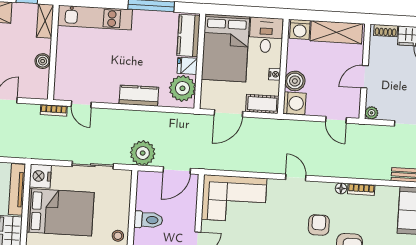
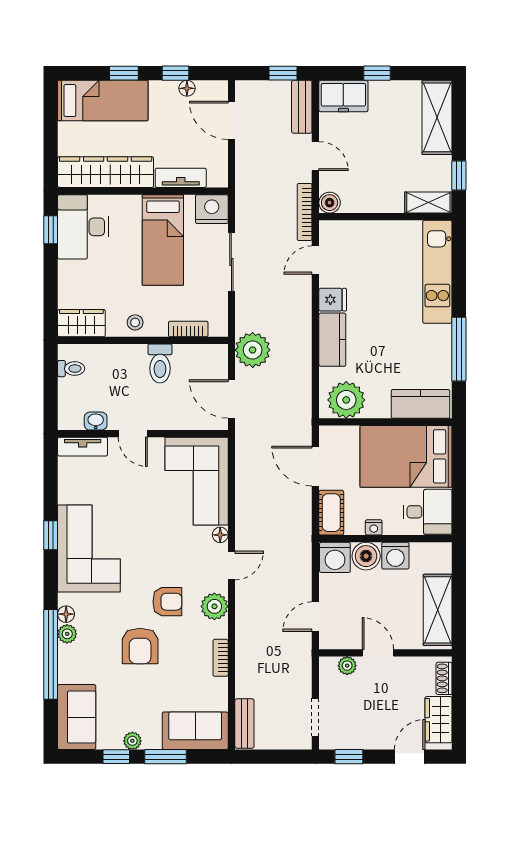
washing machine: (300, 29) -> (395, 556), moved, turned -90
boiler: (43, 61) -> (330, 203), moved
fridge: (187, 66) -> (333, 300), moved, turned 90
bookcase: (54, 110) -> (305, 212), width x1.56
plant: (371, 113) -> (347, 666), moved
sliding door: (93, 165) -> (231, 262), moved
floor lamp: (341, 188) -> (220, 535), moved
tv unit: (17, 189) -> (181, 178), width x0.71
plant: (324, 191) -> (214, 606), added
bookcase: (125, 198) -> (188, 329), added
bed: (60, 212) -> (163, 240), width x0.67

